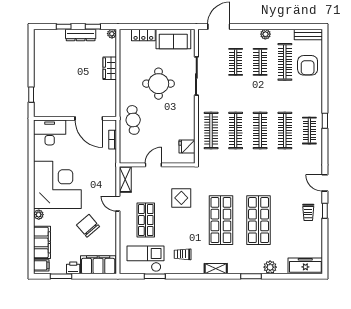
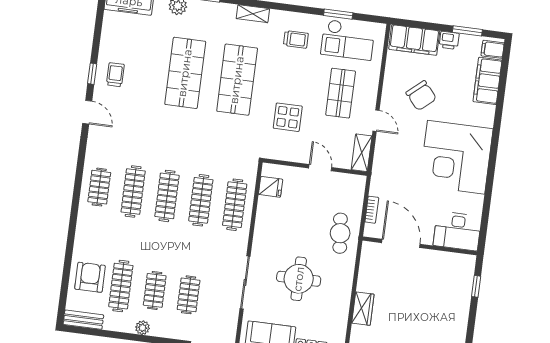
window: (325, 121) -> (76, 198), removed
door: (153, 165) -> (320, 168), swing flipped
plant: (39, 215) -> (487, 120), removed

